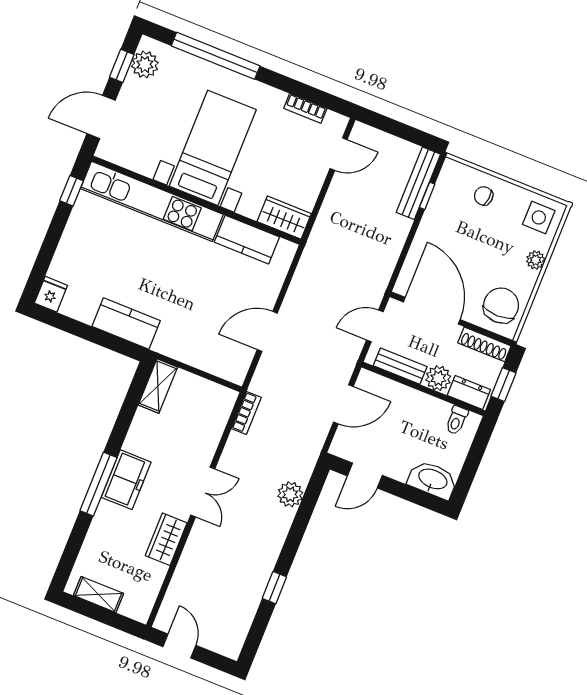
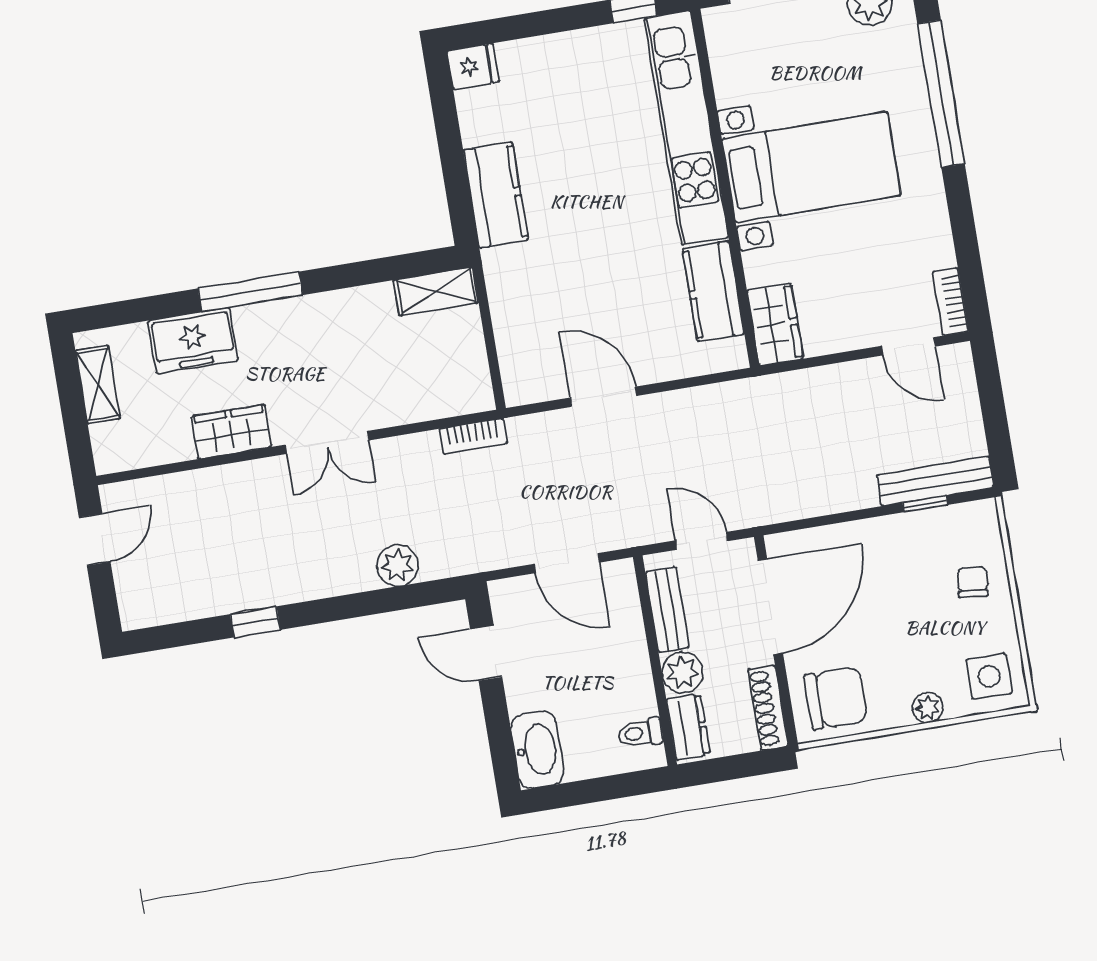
bookcase: (305, 108) -> (950, 302), moved
window: (504, 385) -> (729, 768), removed
freezer: (126, 480) -> (193, 341), moved

